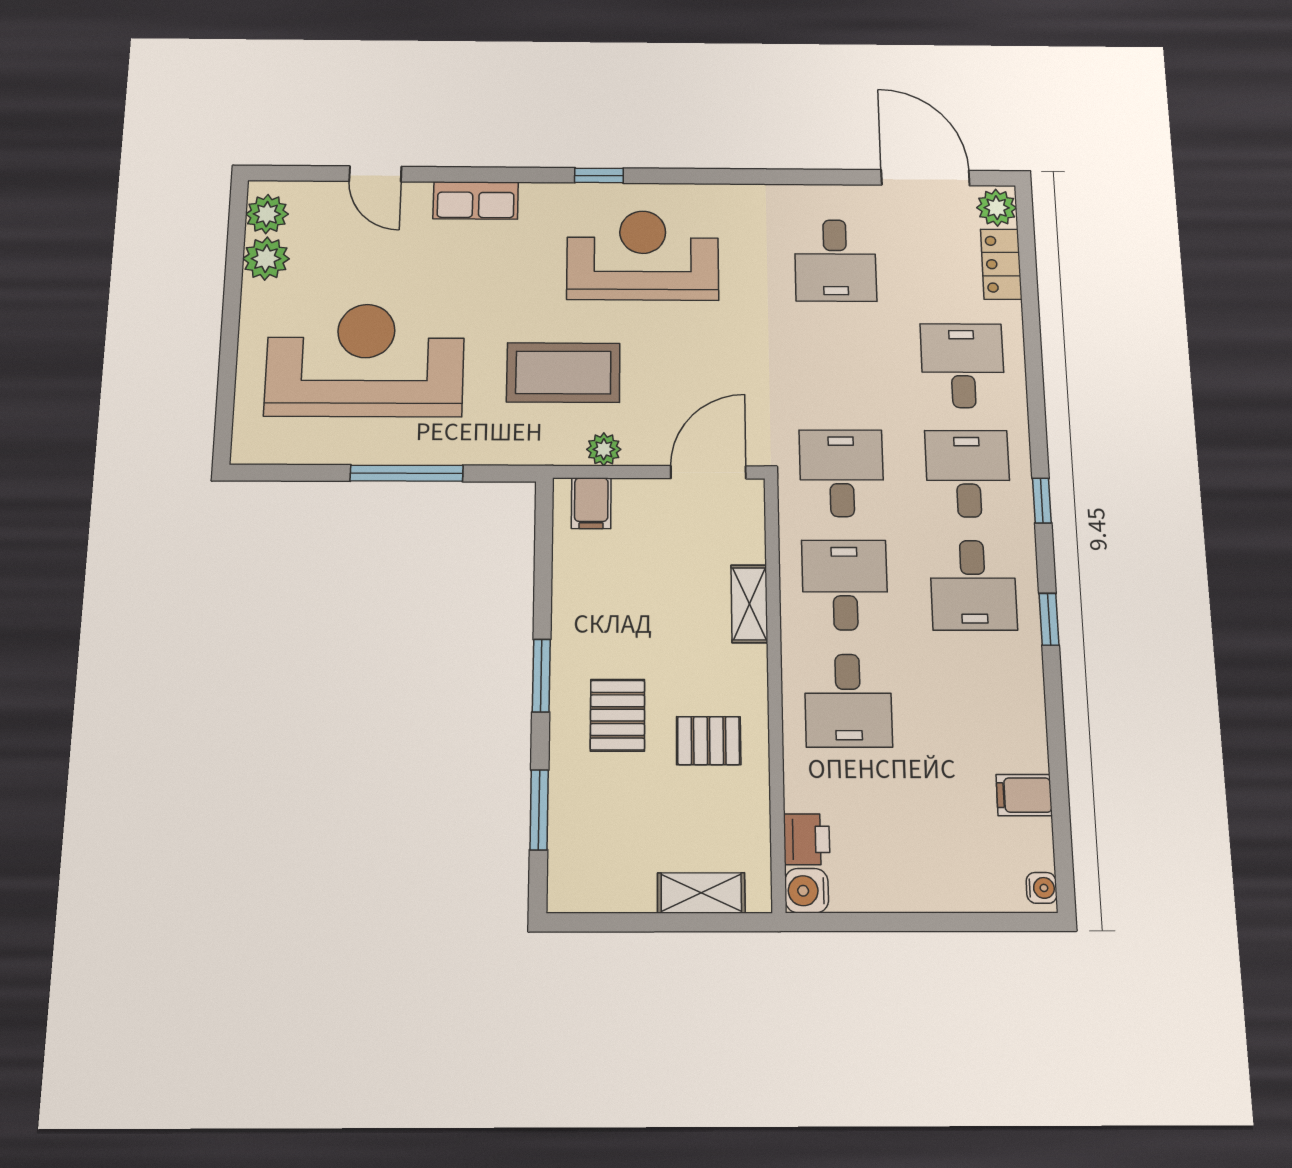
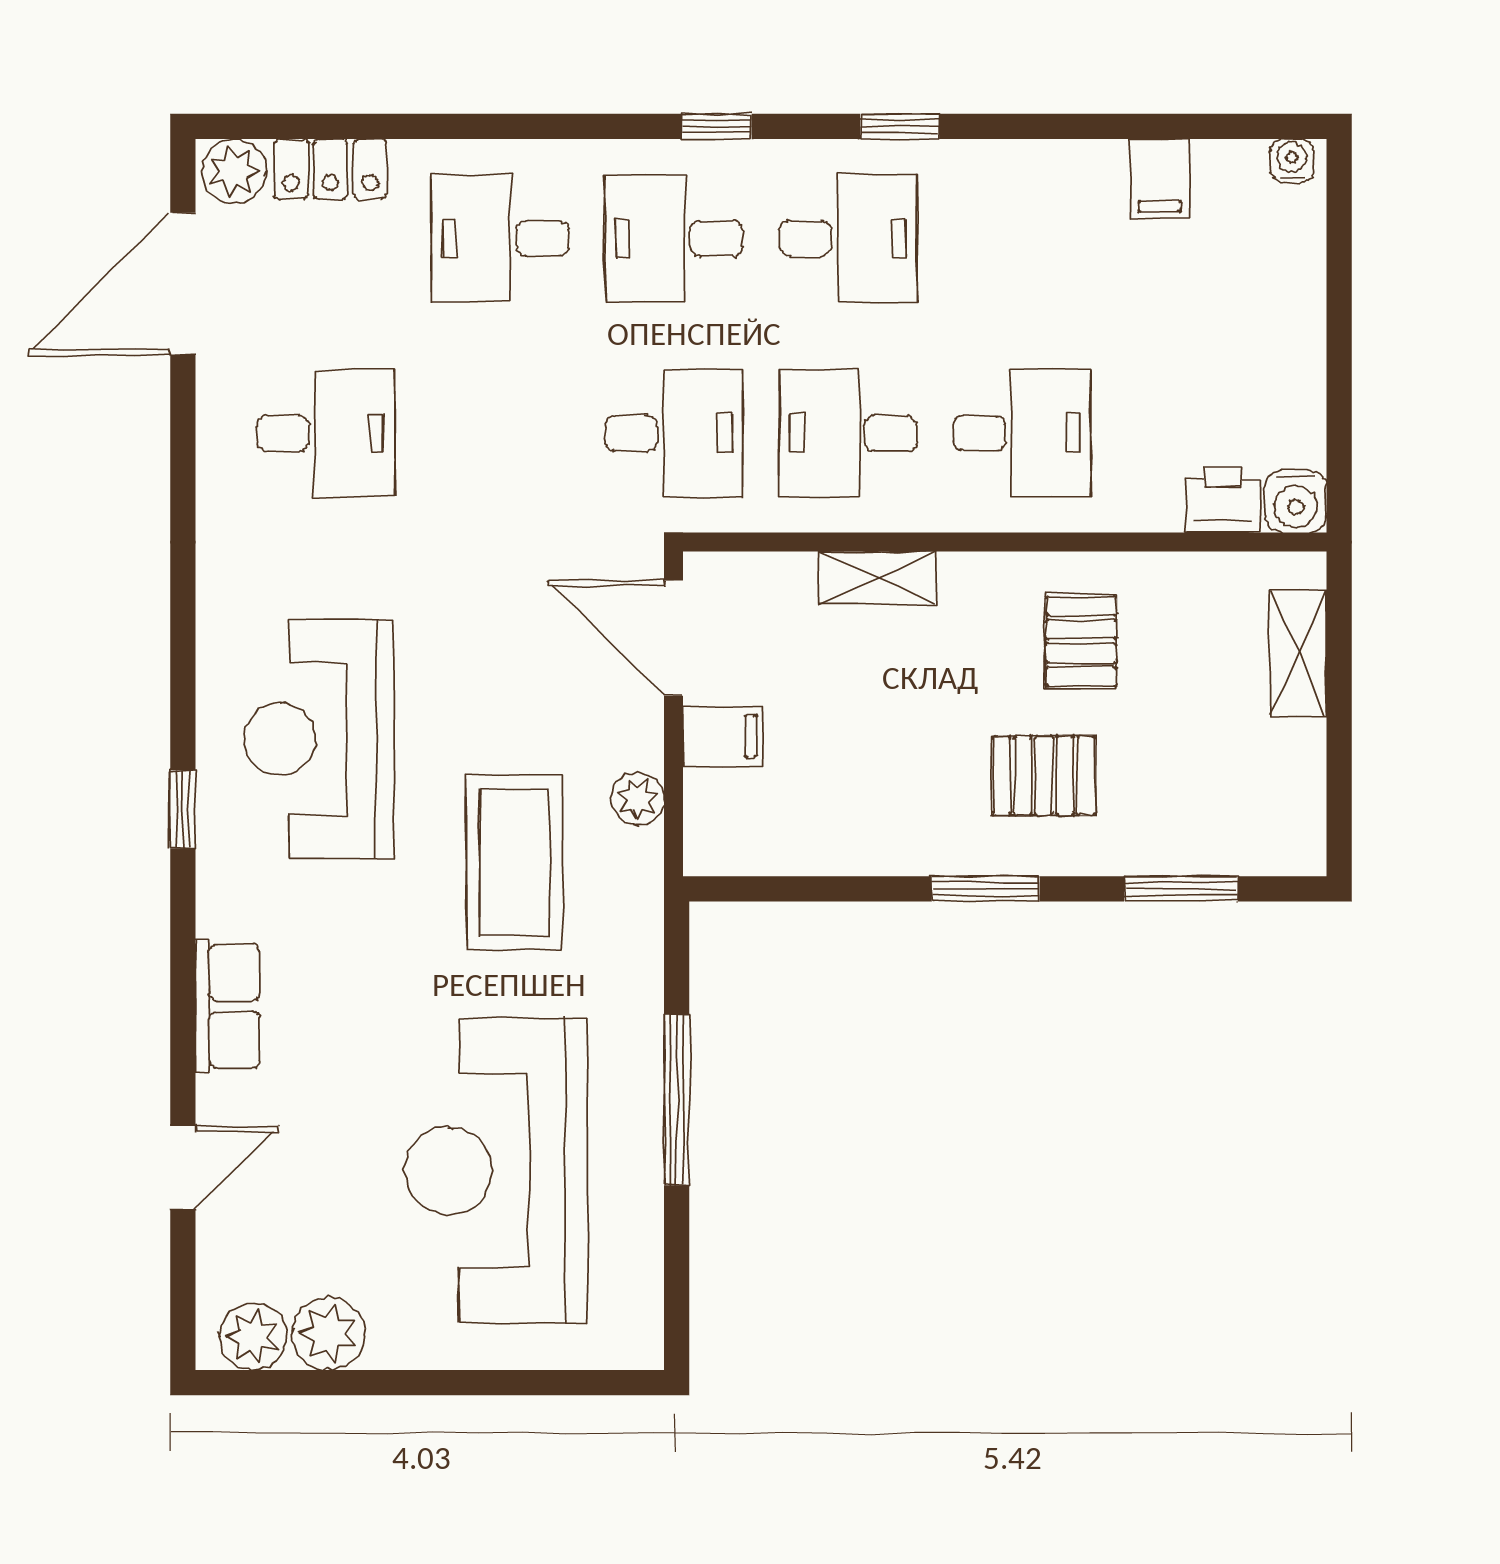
desk: (842, 473) -> (674, 433), turned 180
filing cabinet: (591, 503) -> (723, 736), moved

